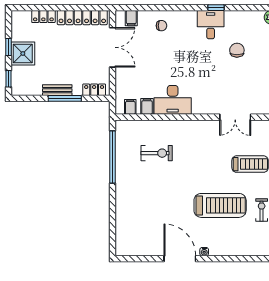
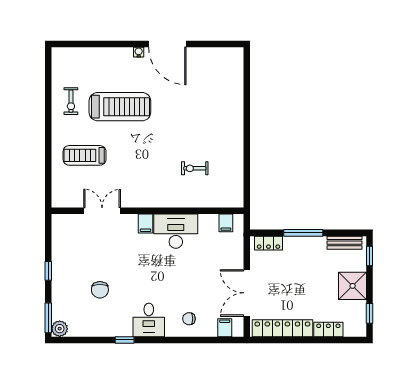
desk: (211, 25) -> (149, 320), moved
window: (8, 47) -> (370, 313), moved
bench: (57, 90) -> (344, 243), moved
filing cabinet: (147, 106) -> (145, 224), moved
exercise bike: (157, 153) -> (195, 168), width x0.73, depth x0.72
window: (113, 157) -> (247, 164), removed
treadmill: (220, 205) -> (120, 107), turned 180

